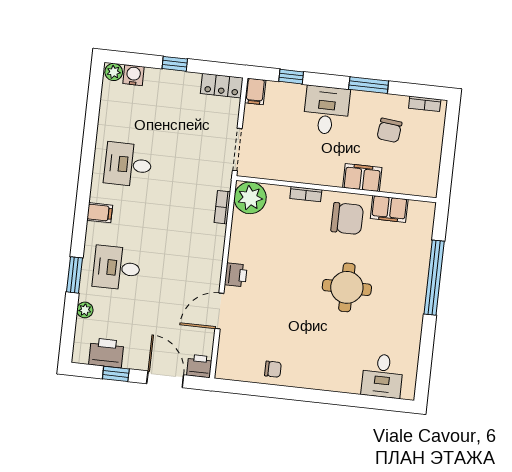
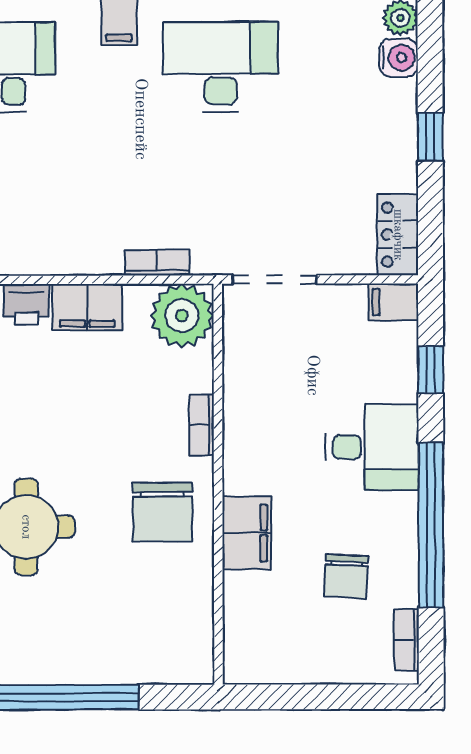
window: (369, 85) -> (431, 525), width x2.11
chair: (389, 130) -> (346, 576), turned -93
desk: (128, 165) -> (221, 67), width x1.37
filing cabinet: (389, 209) -> (87, 307), moved, turned -90

